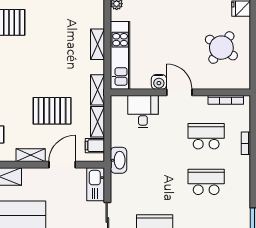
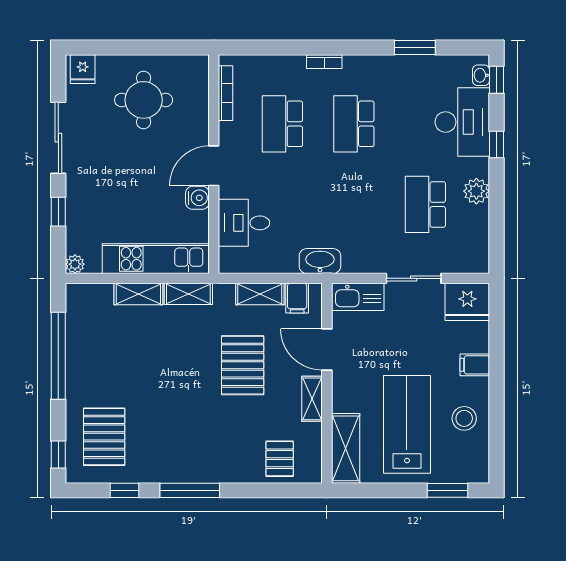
round table: (221, 48) -> (144, 100), turned -35
shelving: (98, 90) -> (188, 294), moved
bookcase: (246, 143) -> (324, 62), moved

